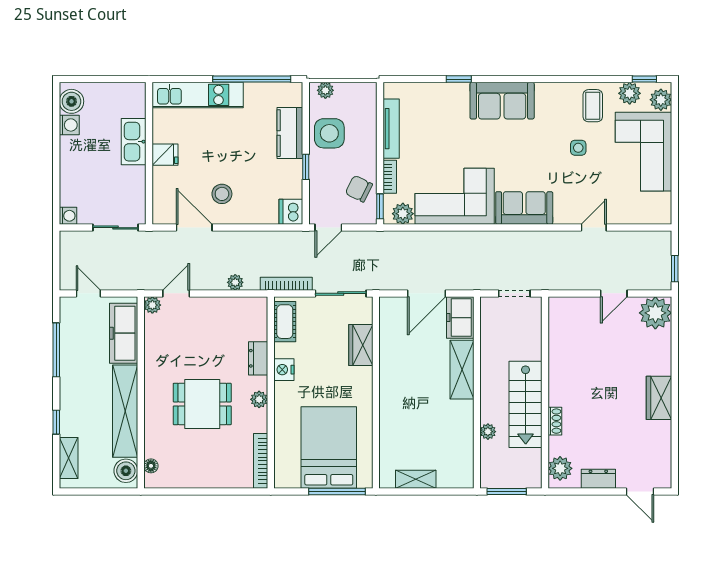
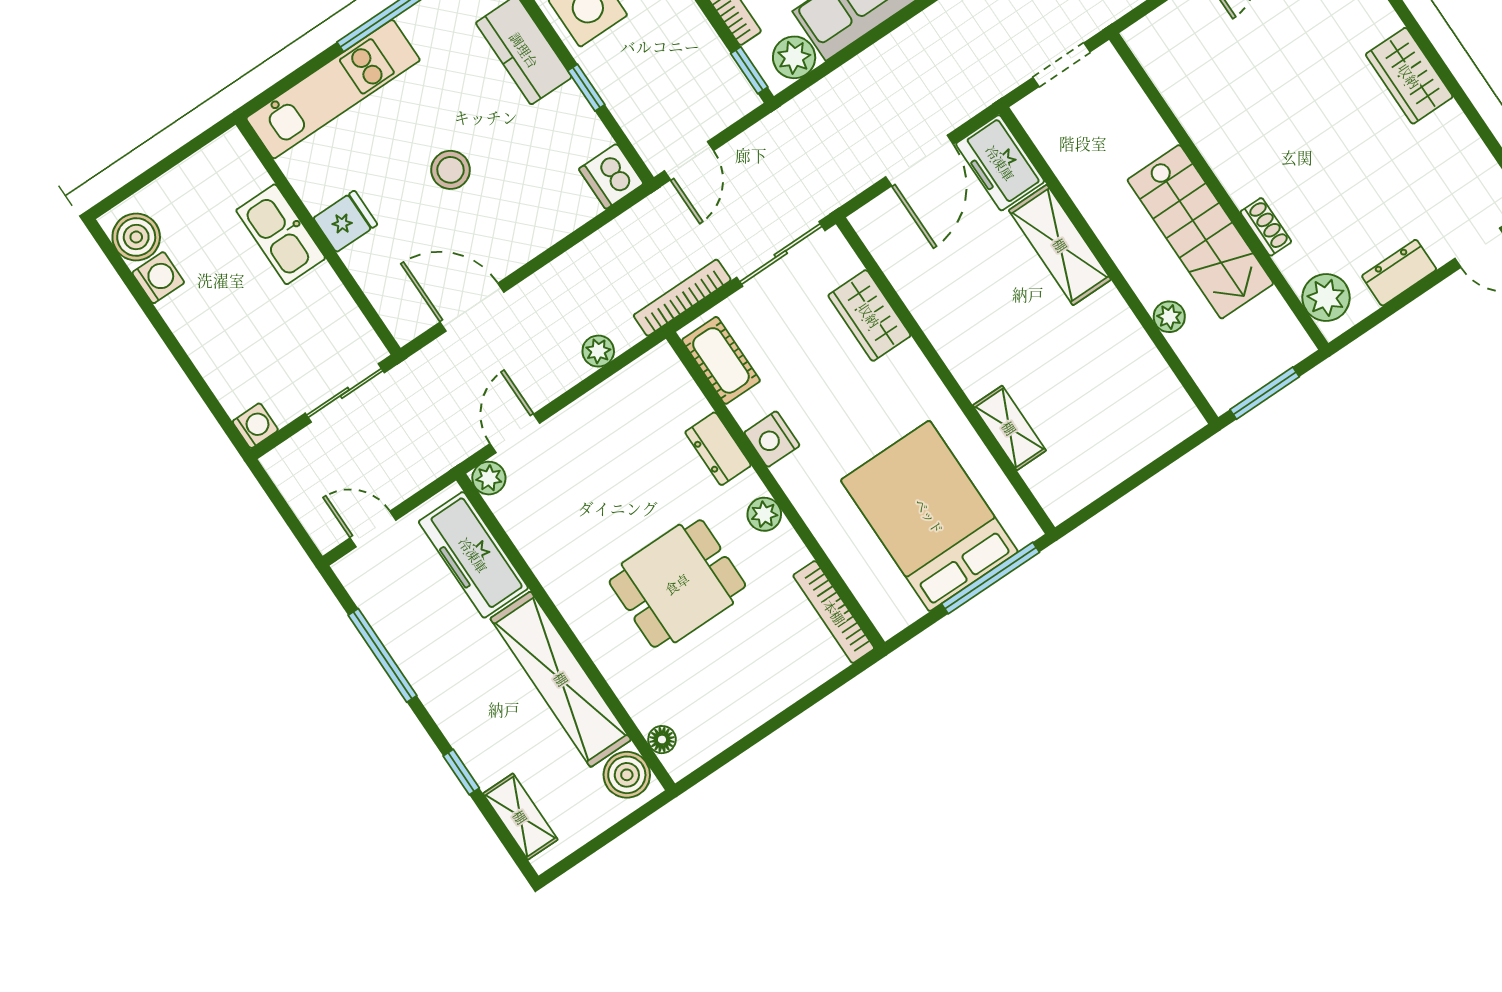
chair: (359, 189) -> (696, 65), removed
stool: (222, 194) -> (450, 170), moved
shelving: (416, 479) -> (1009, 428), moved, turned 90

